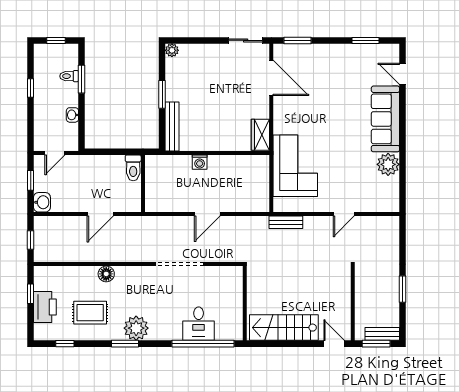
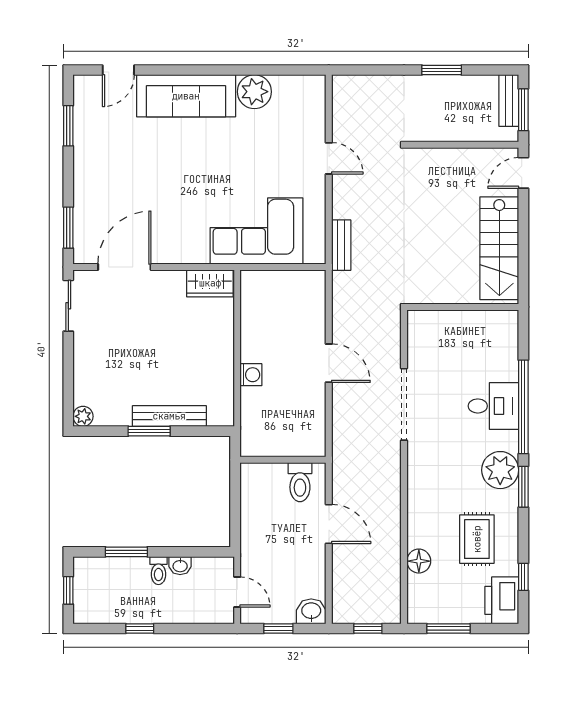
toilet: (69, 76) -> (158, 571), moved
bench: (172, 126) -> (169, 416), moved
toilet: (133, 168) -> (300, 482), moved, turned 90
floor lamp: (106, 274) -> (419, 561), moved
window: (31, 294) -> (449, 629), width x1.50
printer: (45, 307) -> (502, 600), moved, turned -90
desk: (199, 324) -> (493, 406), moved
window: (203, 344) -> (523, 407), moved

